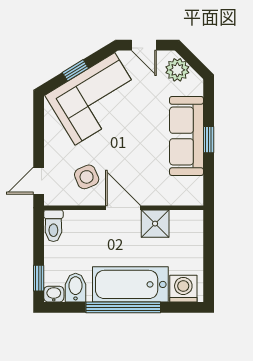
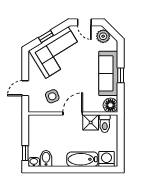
door: (39, 181) -> (25, 88), moved
floor lamp: (190, 193) -> (110, 105), added
door: (123, 208) -> (73, 114), hinge flipped
toilet: (53, 226) -> (105, 124), moved
bathtub: (130, 284) -> (82, 159), width x0.73, depth x0.73
window: (123, 307) -> (73, 169), removed

